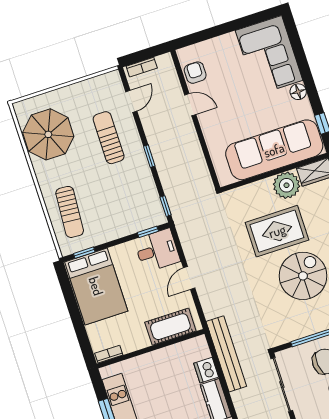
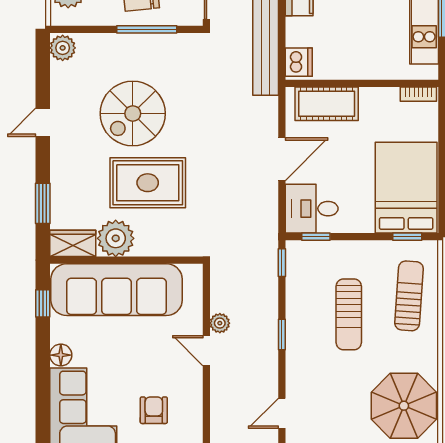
armchair: (195, 73) -> (154, 410), moved, turned 180
door: (190, 105) -> (206, 351), moved
sun lounger: (109, 138) -> (349, 314), moved
plant: (195, 150) -> (220, 323), added
door: (189, 278) -> (282, 159), width x1.38
dishwasher: (206, 370) -> (299, 62), moved

